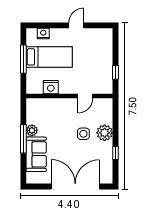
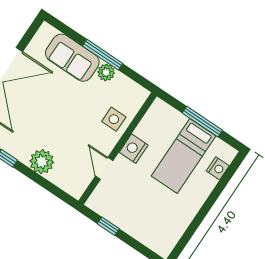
door: (76, 25) -> (200, 217), removed
nightstand: (51, 87) -> (134, 149), moved
side table: (83, 134) -> (114, 119), moved

